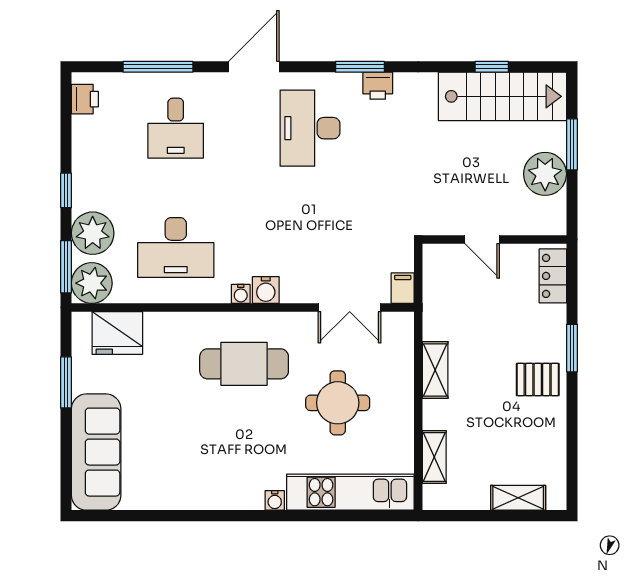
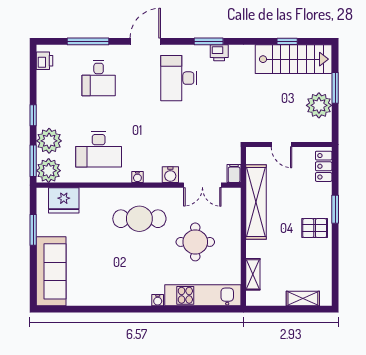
water cooler: (266, 290) -> (170, 175), moved
shelving: (435, 370) -> (256, 202), width x2.20, depth x1.33

